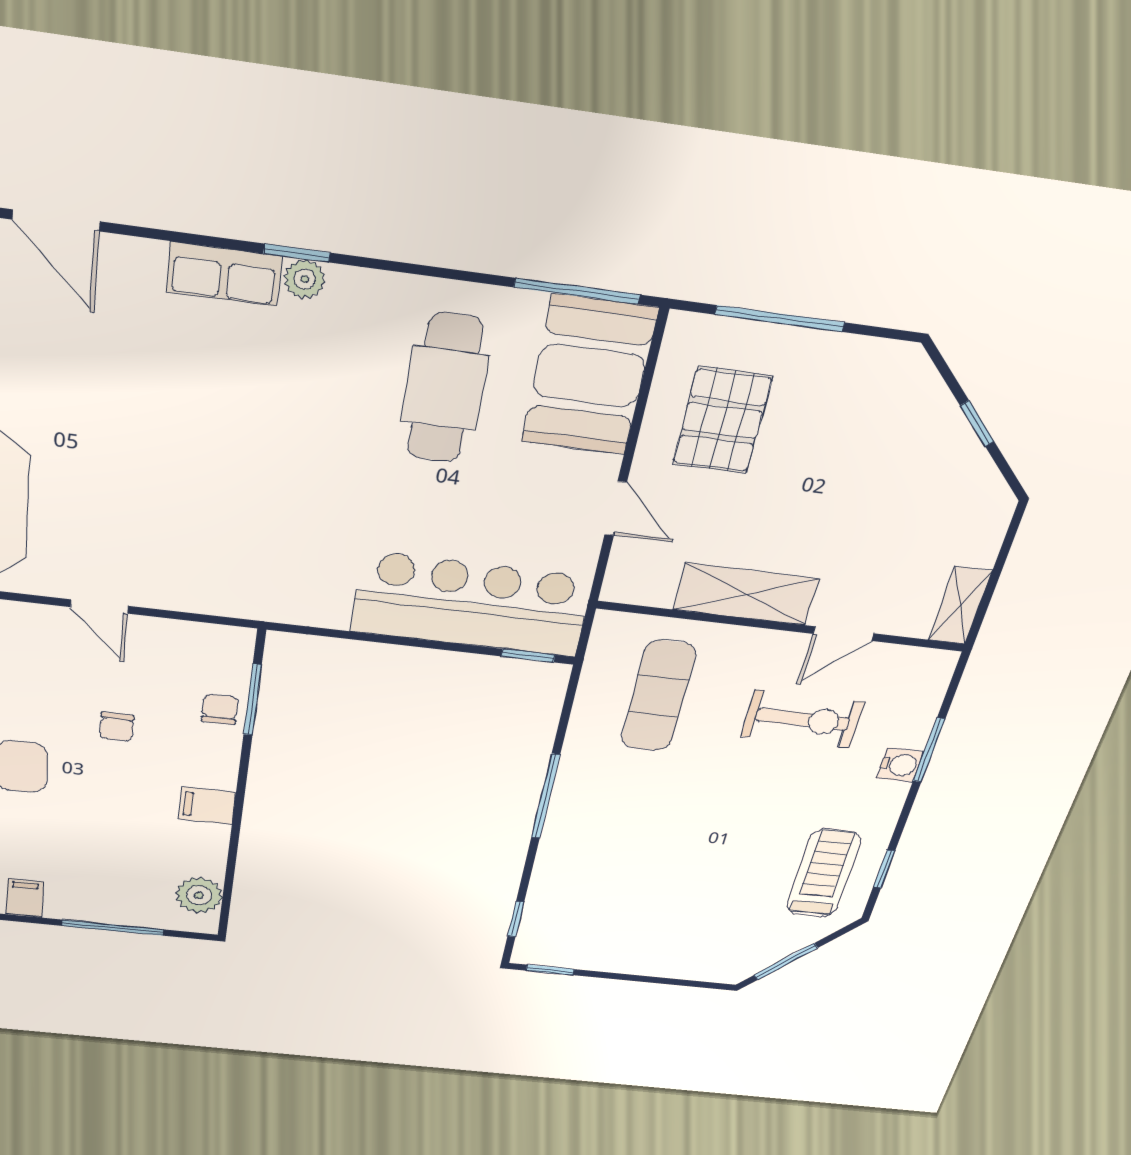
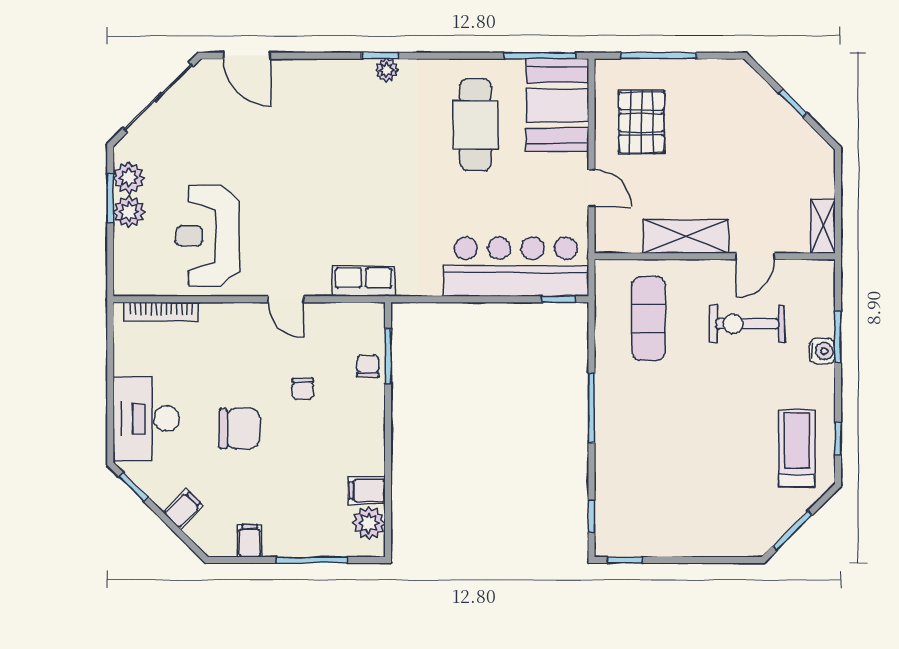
row of seats: (224, 274) -> (364, 281), moved, turned 180
exercise bike: (803, 719) -> (747, 324), turned 180
filing cabinet: (207, 806) -> (367, 491), moved

